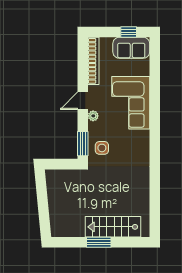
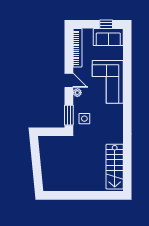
door: (83, 101) -> (69, 80), swing flipped
stairs: (113, 227) -> (115, 167), moved, turned -90
window: (99, 242) -> (82, 195), removed

